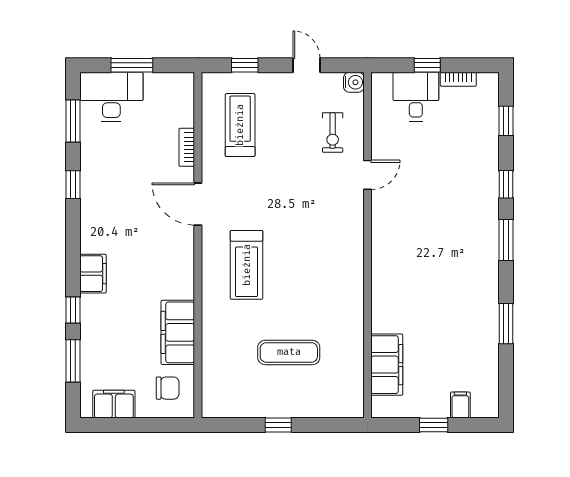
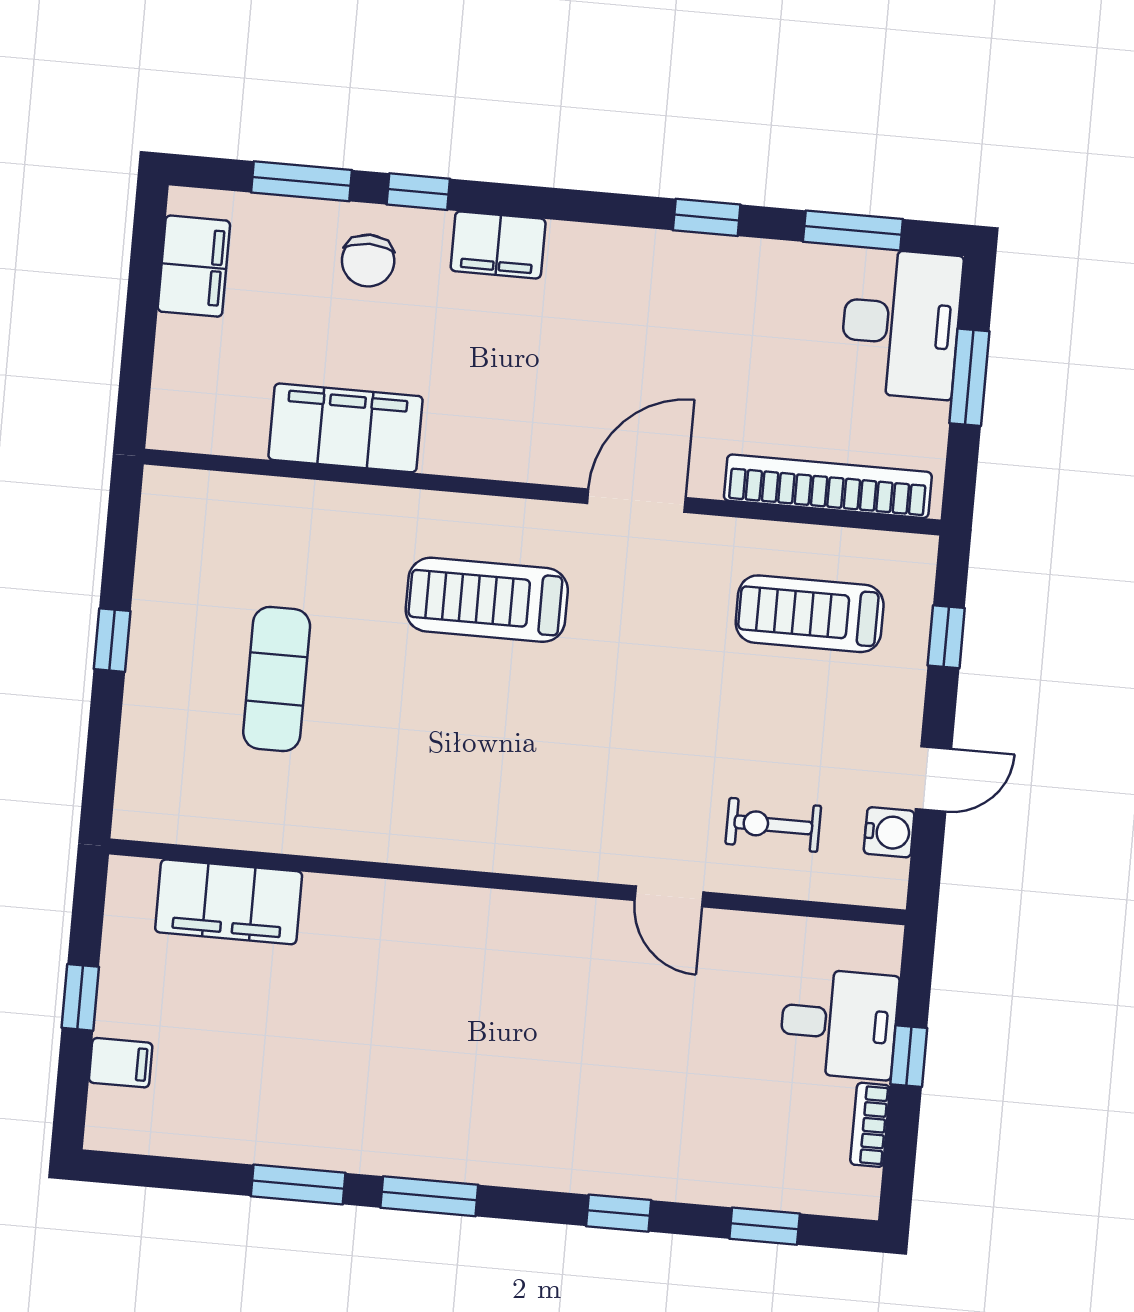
water cooler: (354, 82) -> (889, 832), moved, turned -90
treadmill: (240, 125) -> (810, 614), turned 180
bookcase: (187, 147) -> (828, 486), width x2.31, depth x1.31
window: (506, 240) -> (429, 1196), moved
chair: (168, 388) -> (368, 261), moved

